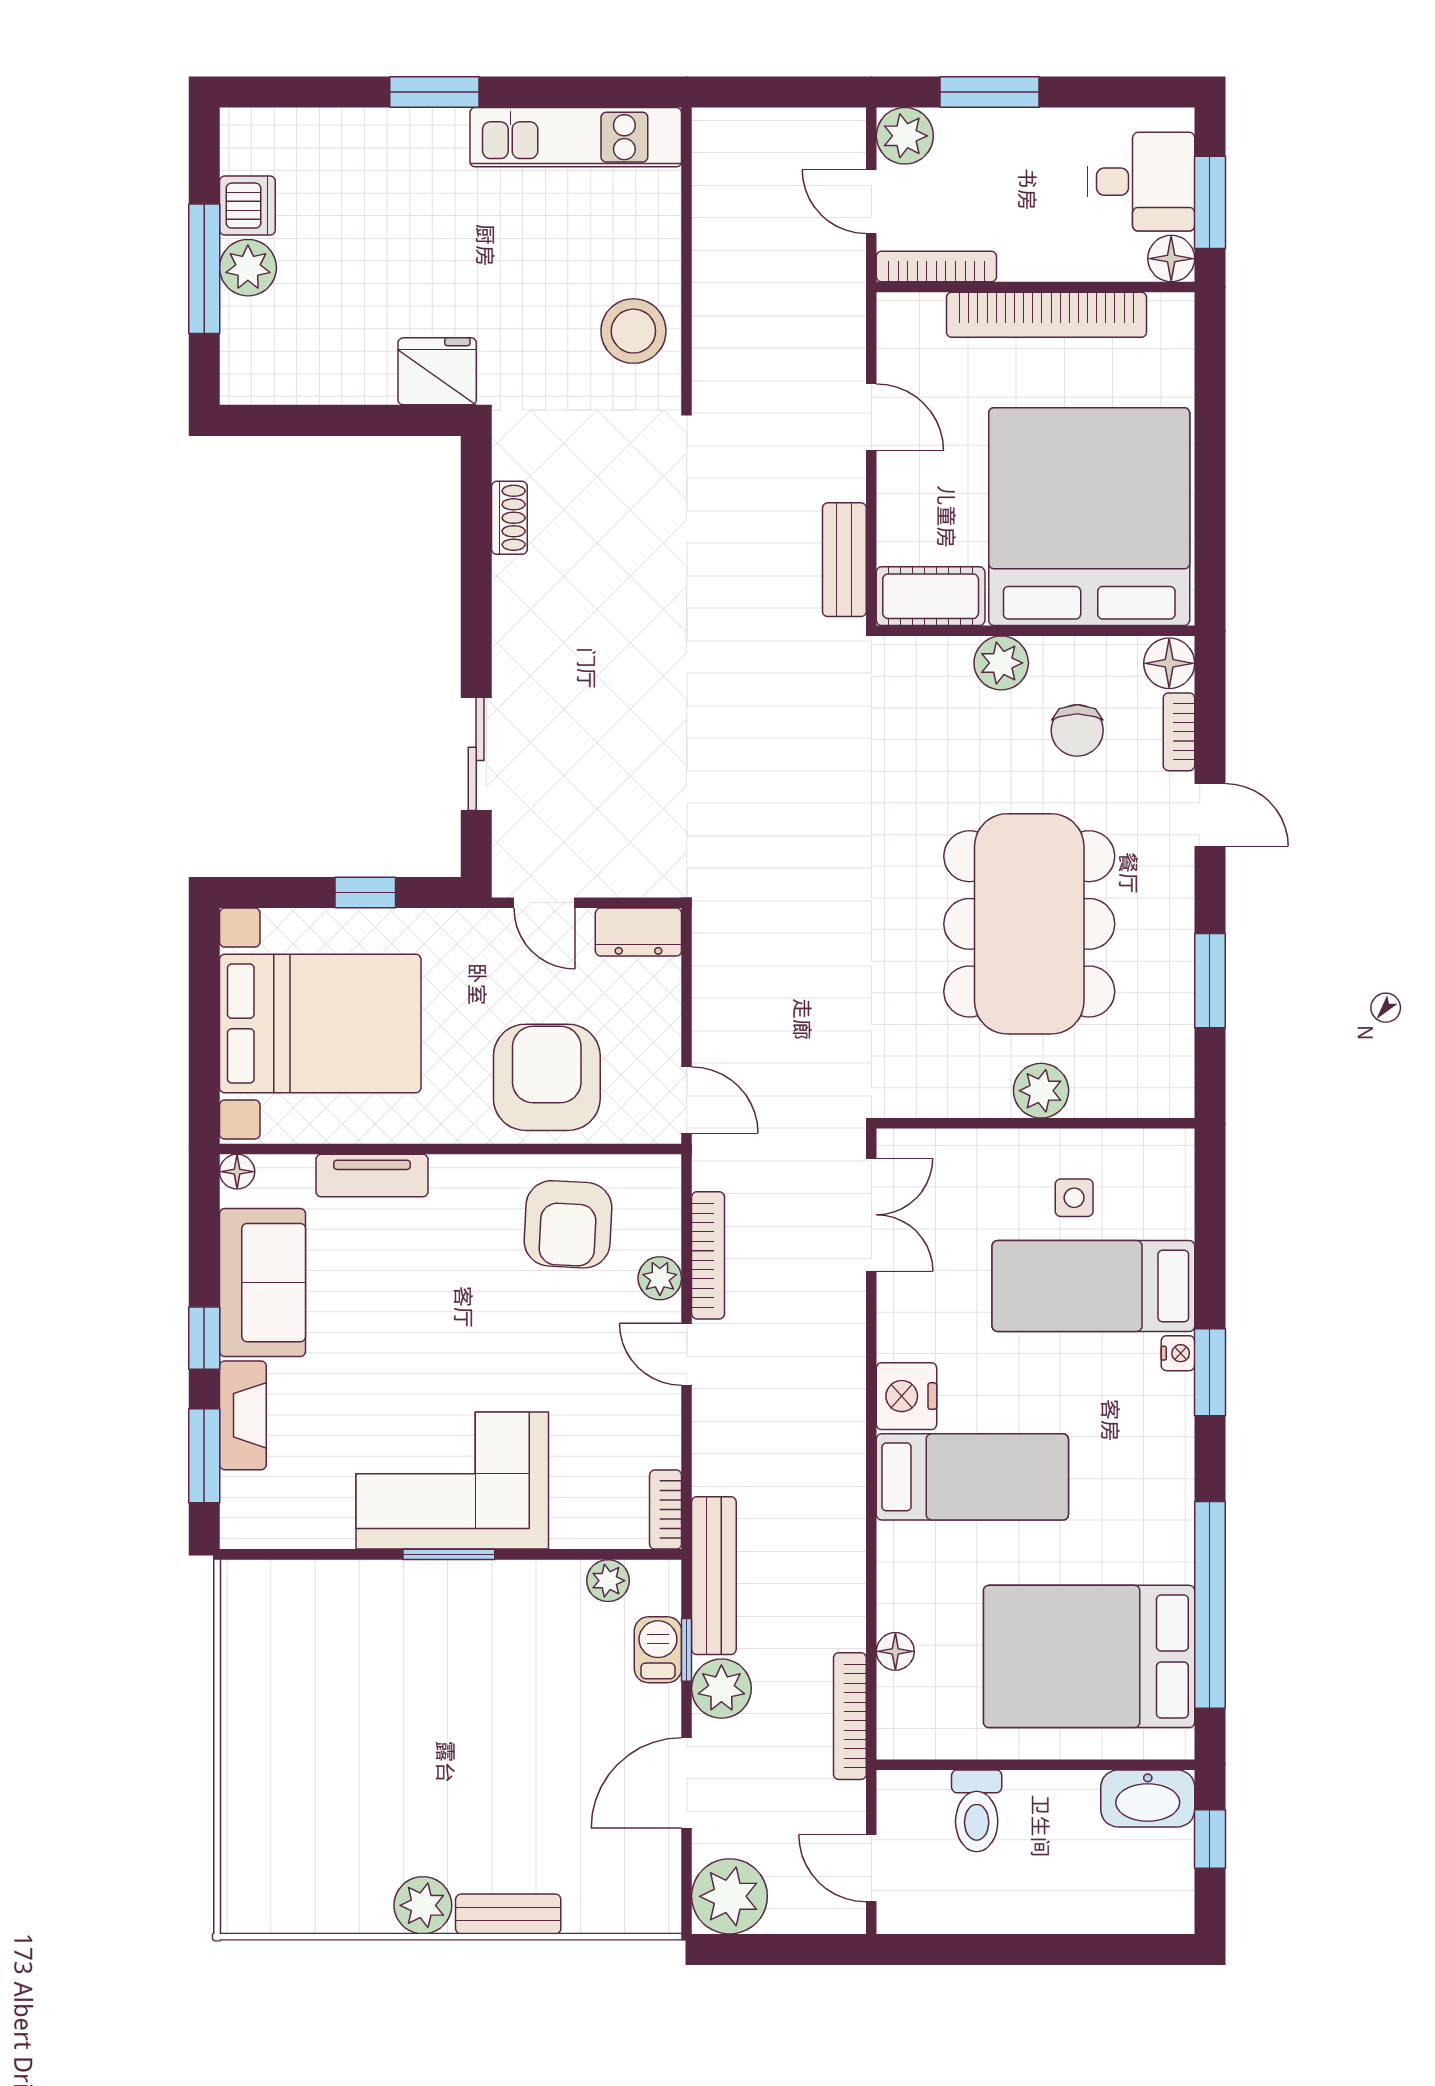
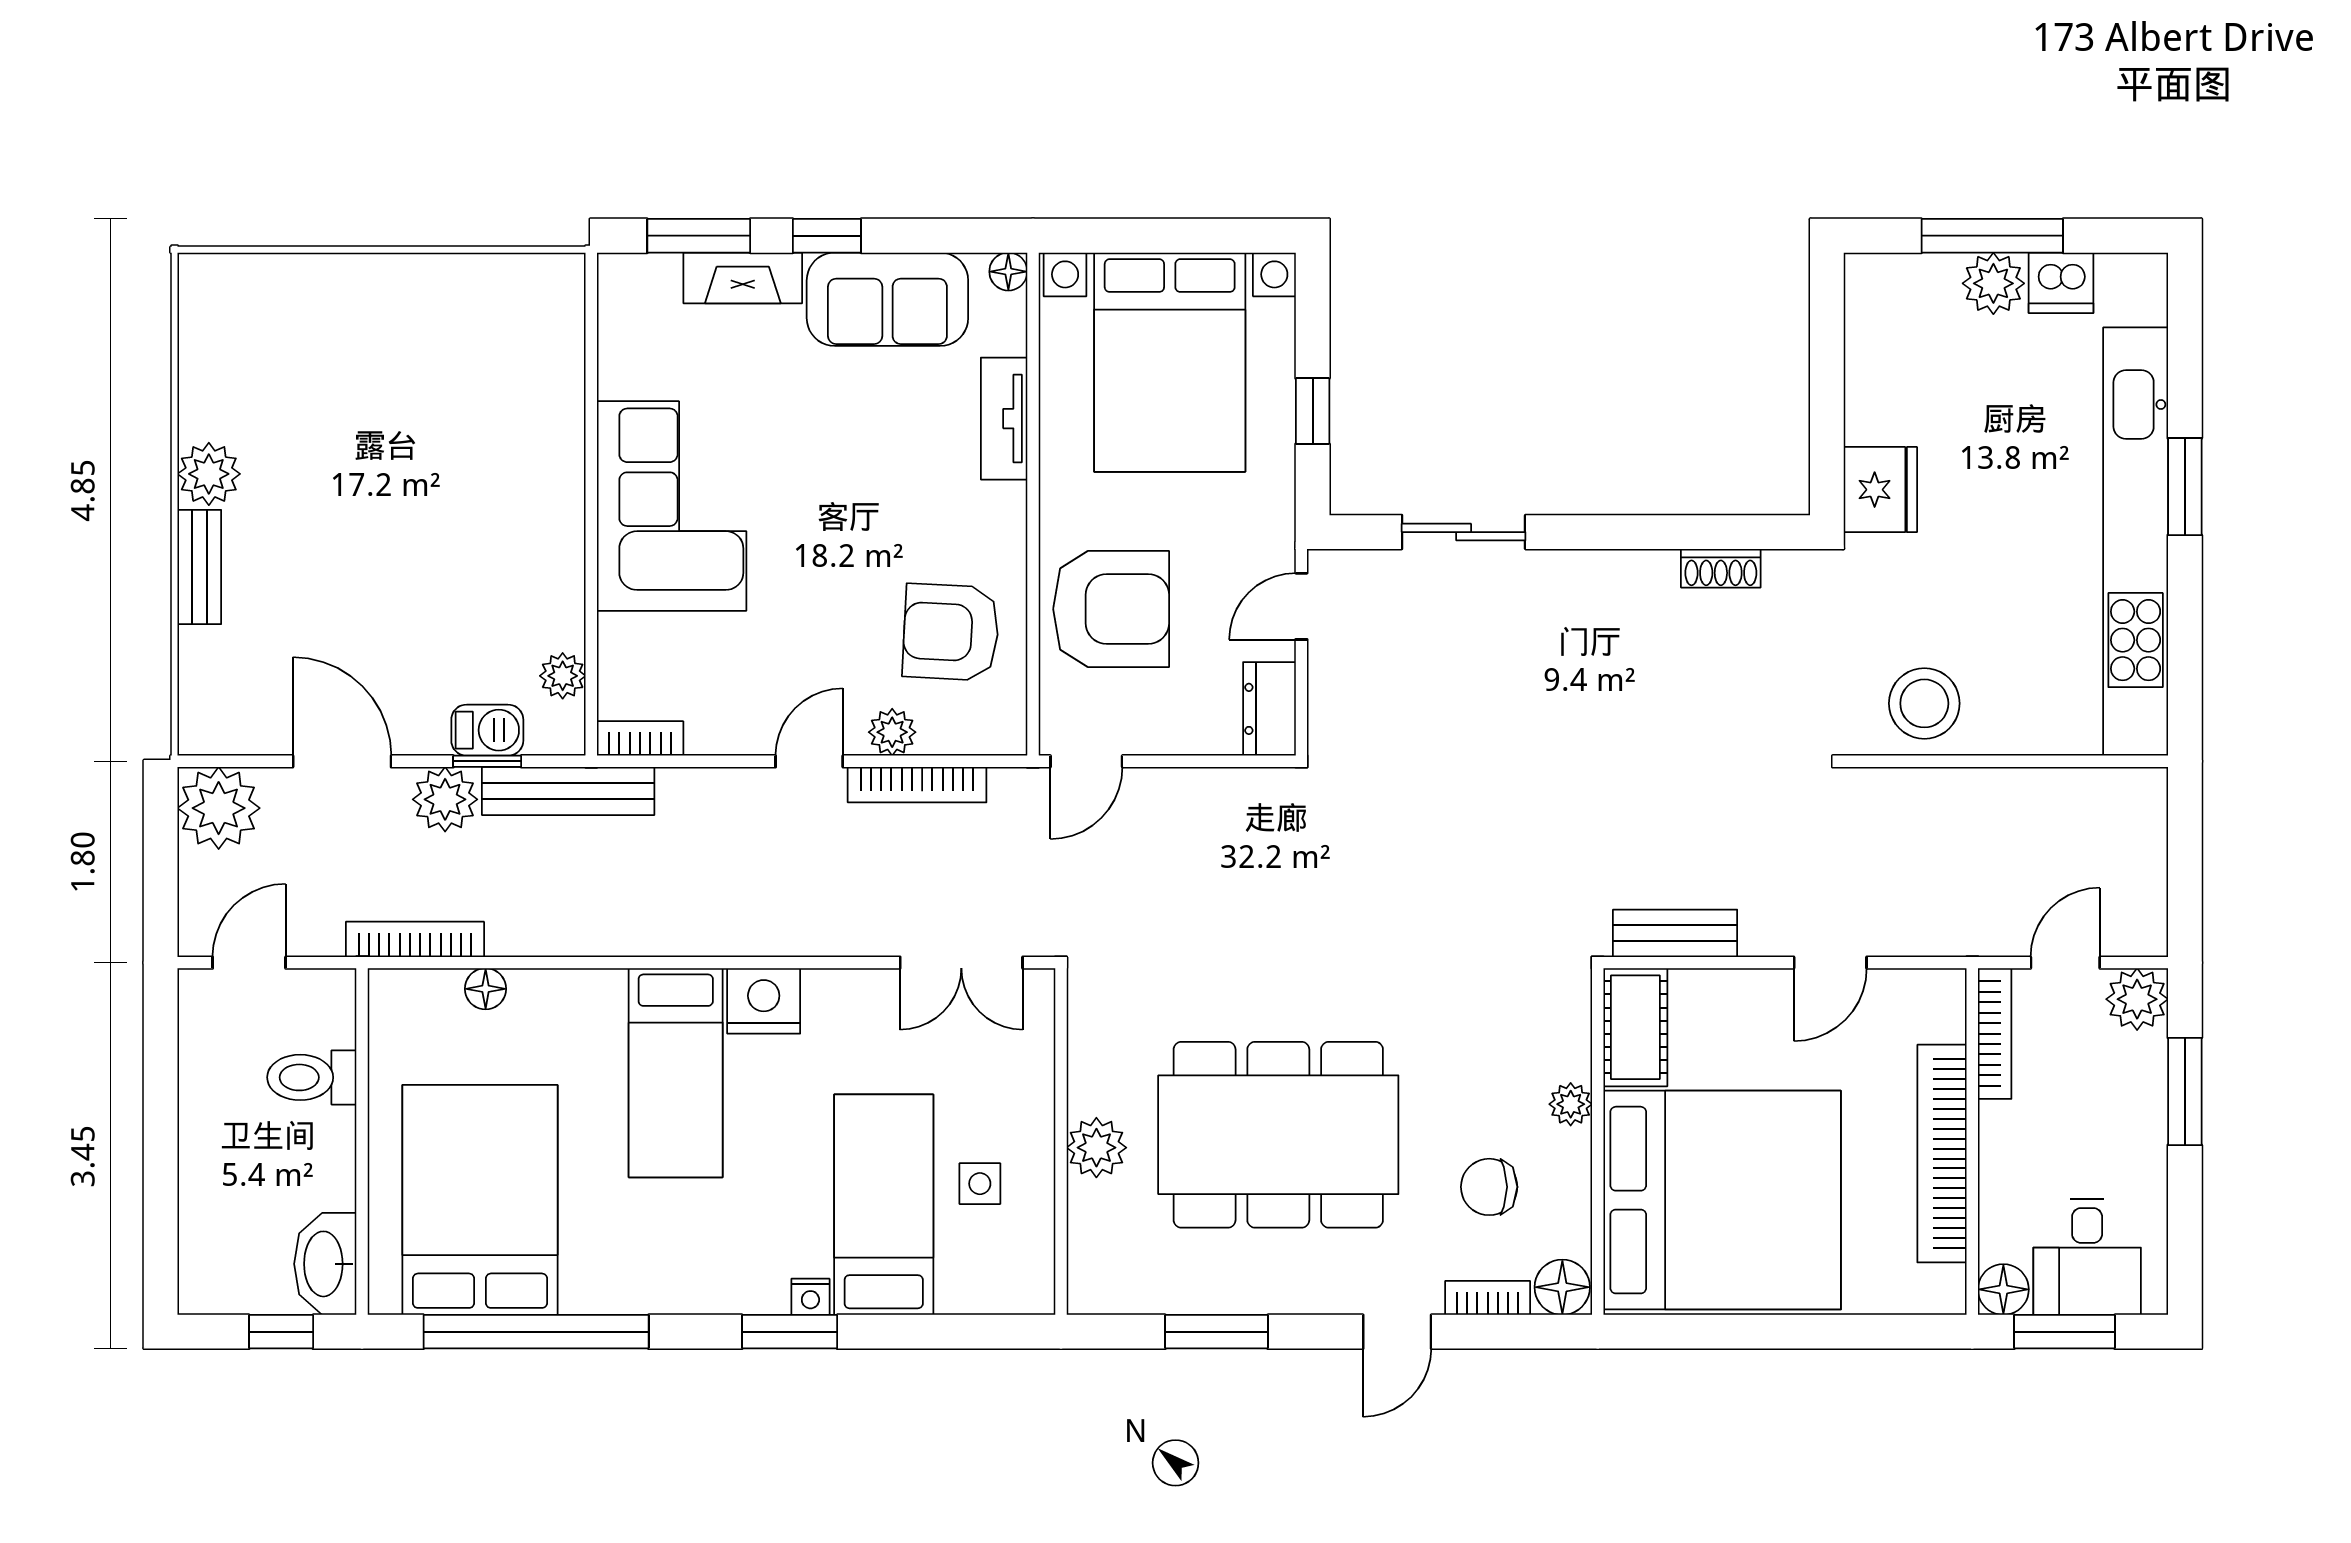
kitchen unit: (576, 137) -> (2136, 542), width x1.86
plant: (1001, 663) -> (1571, 1104), width x0.73, depth x0.73
window: (449, 1554) -> (591, 502), removed

